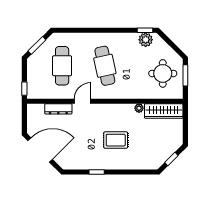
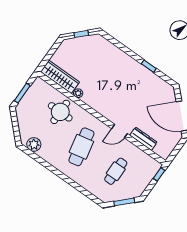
window: (145, 30) -> (29, 152), removed
cafe table: (62, 66) -> (116, 171), width x0.73, depth x0.74
round table: (163, 73) -> (60, 112), moved
rug: (116, 140) -> (115, 81), removed

